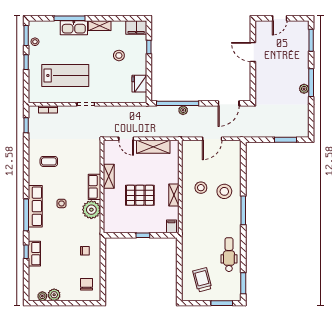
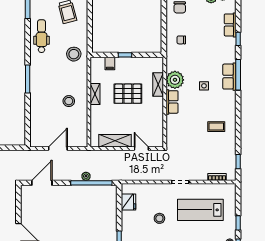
stool: (119, 55) -> (159, 218), moved
shelving: (109, 176) -> (158, 84), moved
stool: (224, 191) -> (74, 54), moved
row of seats: (35, 206) -> (229, 77), width x0.68
filing cabinet: (171, 226) -> (110, 63), moved
row of seats: (34, 254) -> (230, 25), moved
dental chair: (229, 255) -> (42, 36), turned 180

